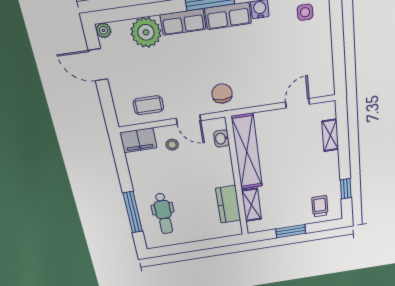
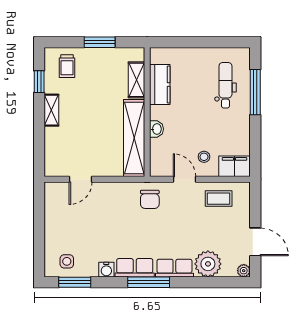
shelving: (330, 135) -> (51, 110), moved
washbasin: (221, 139) -> (157, 129), moved

